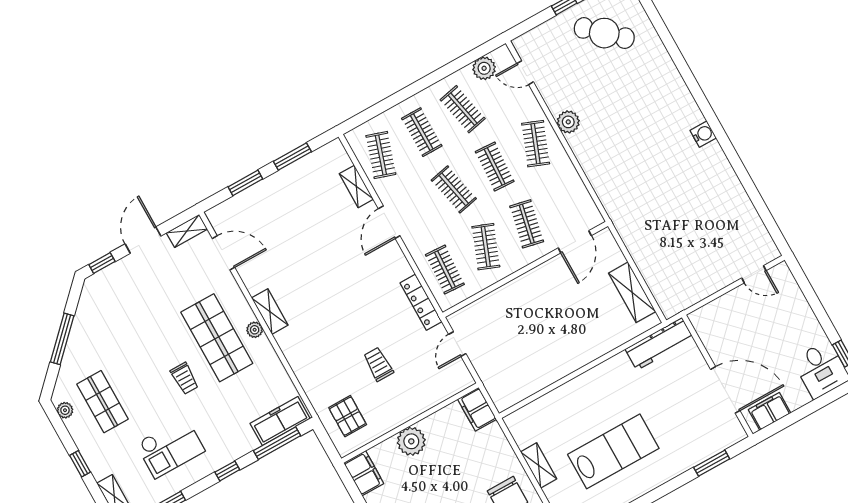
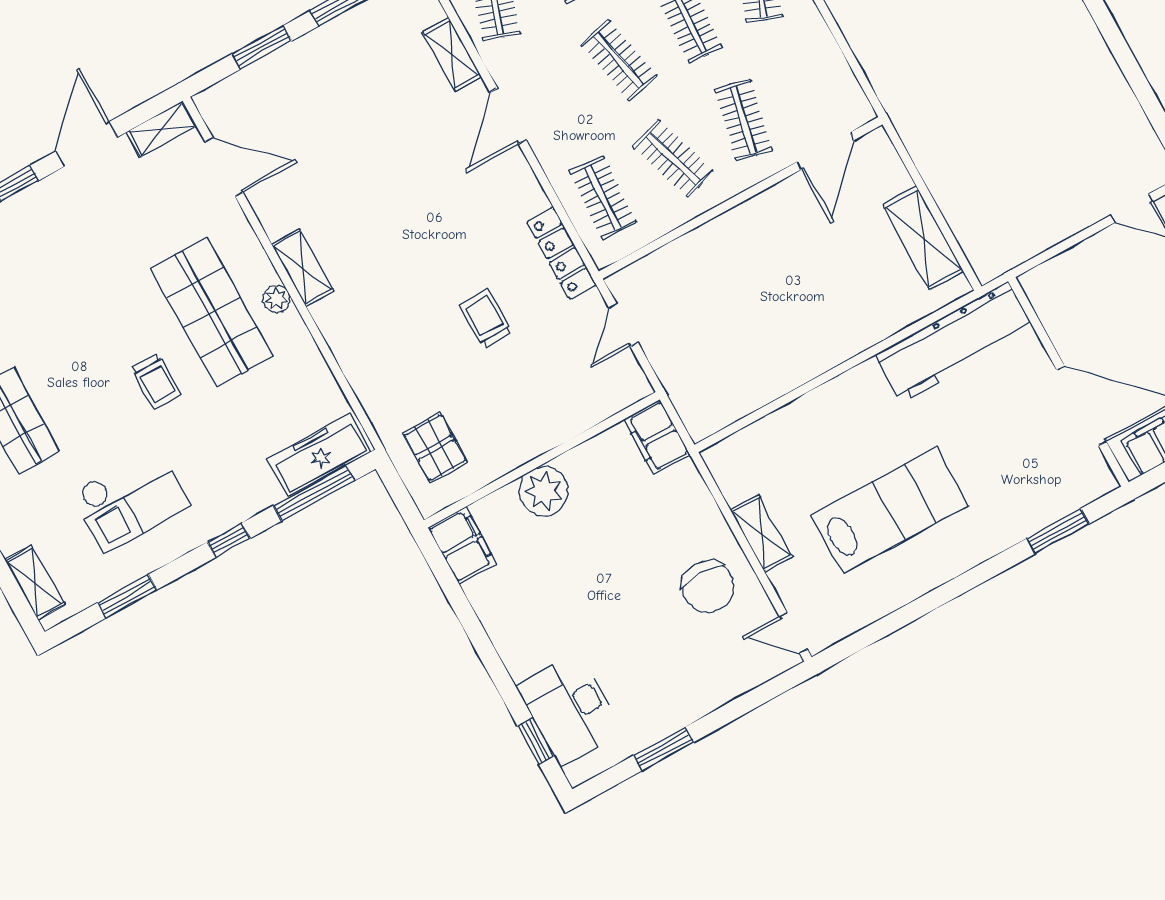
clothes rail: (486, 247) -> (673, 159), turned -39
workbench: (659, 344) -> (955, 342), width x1.36, depth x1.32
trolley: (378, 364) -> (486, 319), moved

